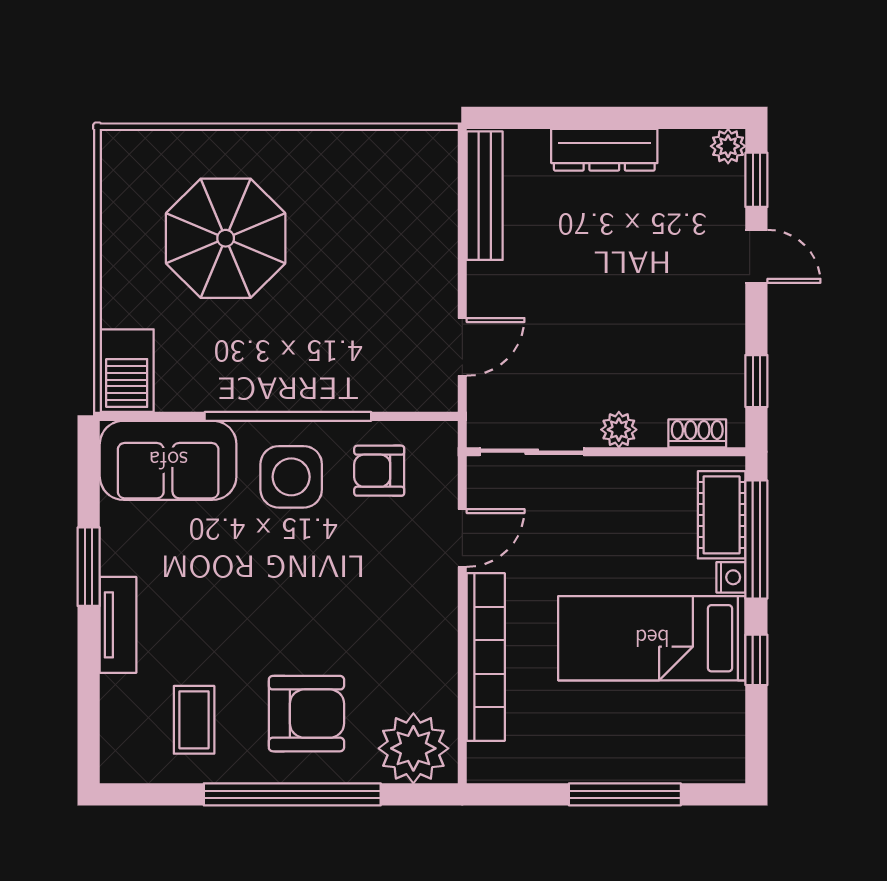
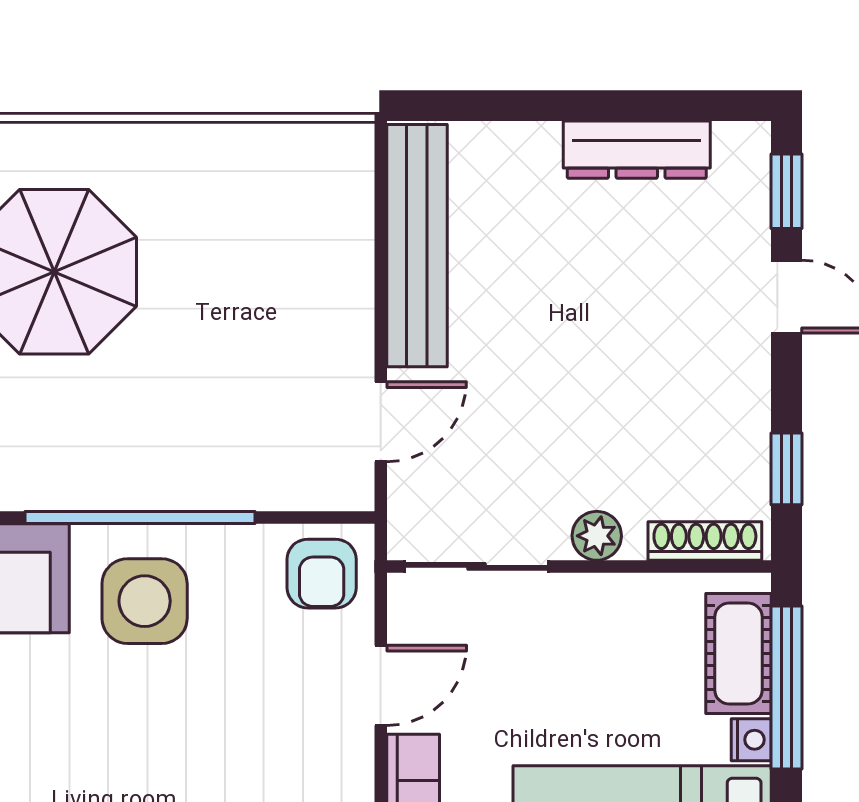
plant: (728, 146) -> (747, 145), removed
dresser: (604, 150) -> (637, 150), moved
bench: (485, 196) -> (417, 246), width x1.37, depth x1.21
shoe rack: (697, 433) -> (705, 541), width x1.43
armchair: (379, 471) -> (322, 574), moved, turned -90

